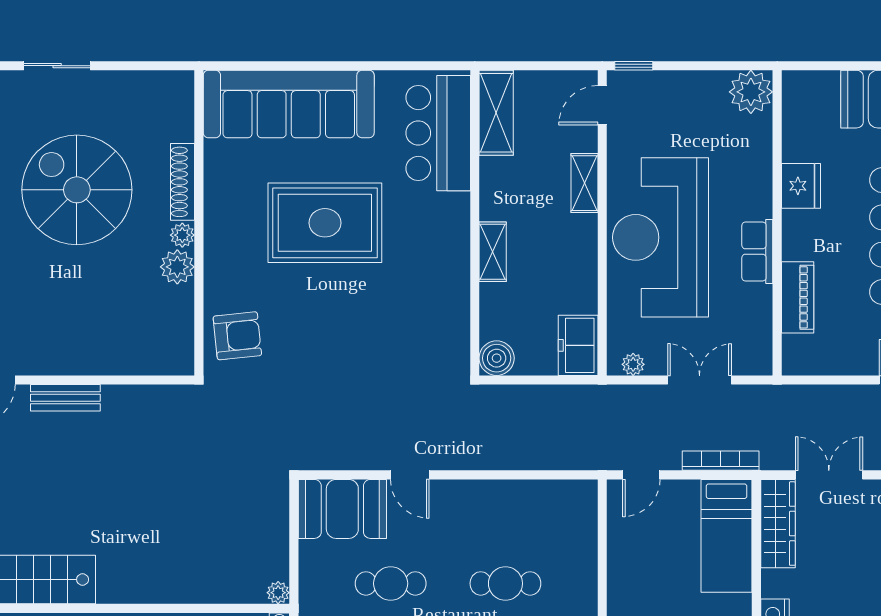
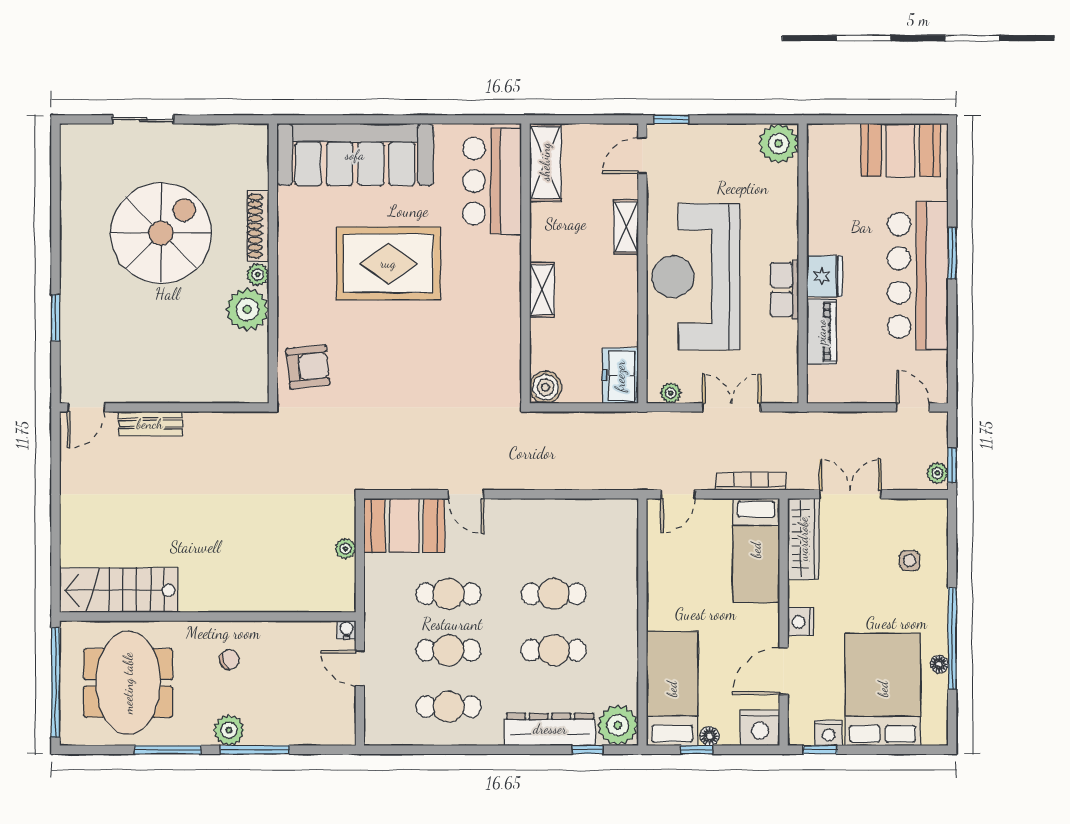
fridge: (801, 186) -> (825, 276), moved
spiral stairs: (77, 190) -> (161, 233), turned 90
plant: (177, 267) -> (247, 309), width x1.36, depth x1.36
plant: (278, 593) -> (345, 549), moved

